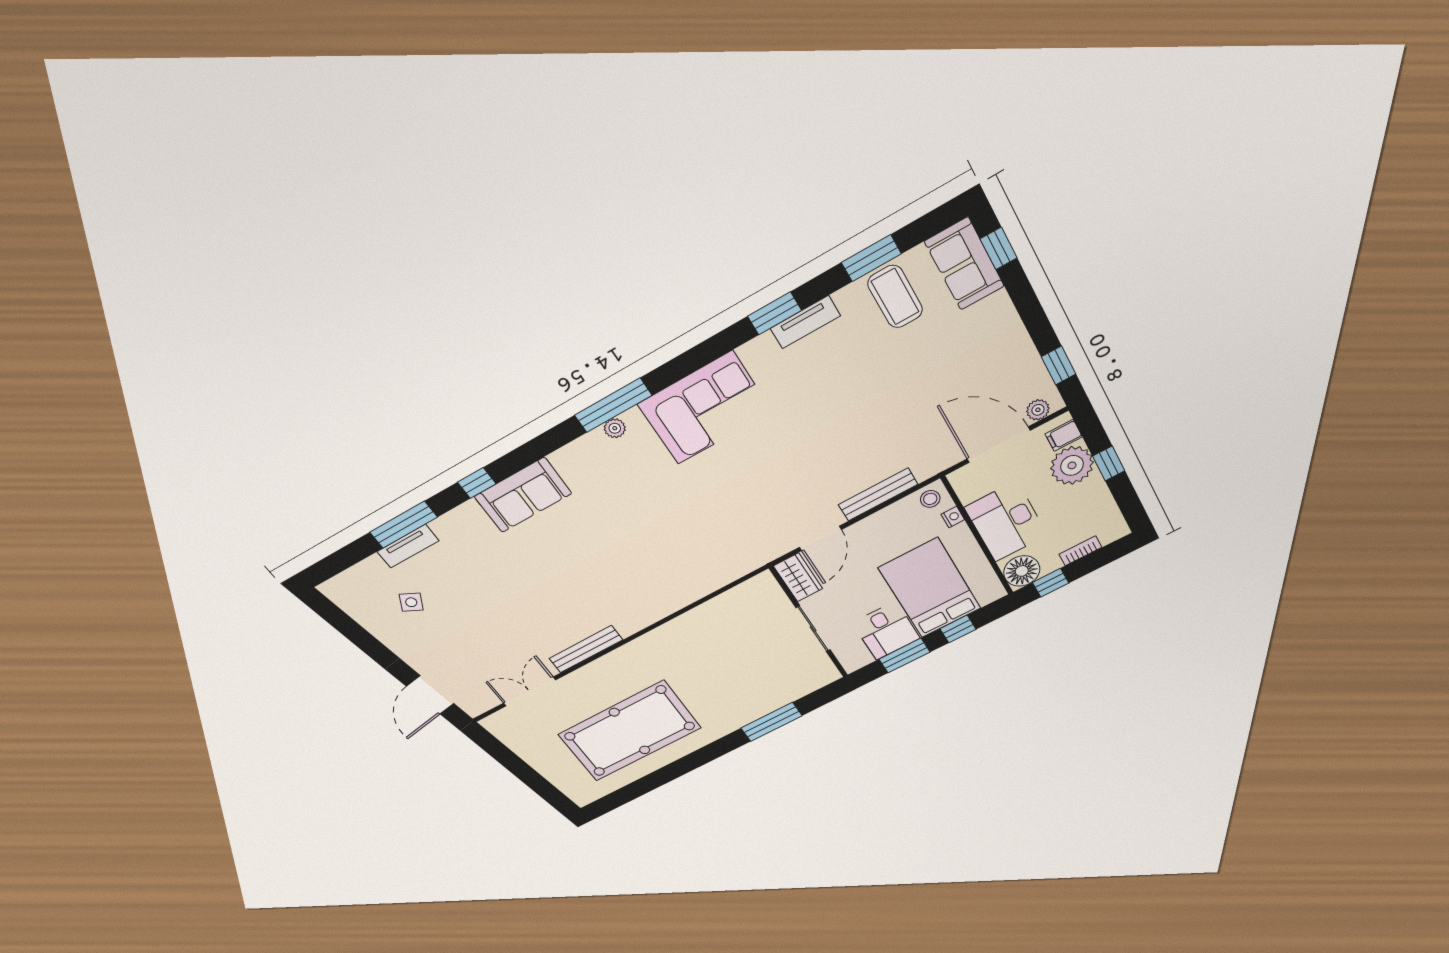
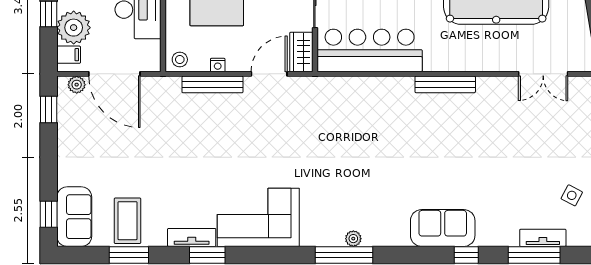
corner sofa: (705, 408) -> (258, 217), moved
nightstand: (953, 517) -> (218, 65), moved, turned -90
bar counter: (725, 617) -> (370, 50), added
bench: (586, 649) -> (445, 84), moved

